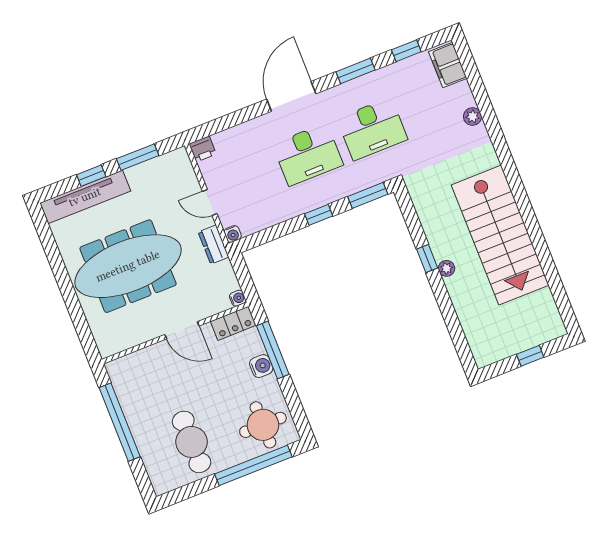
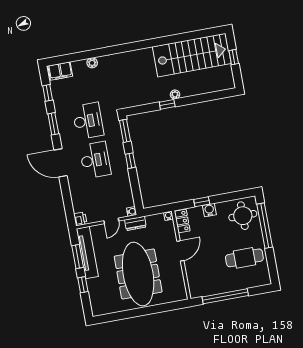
tv unit: (85, 197) -> (87, 253), moved
stairs: (500, 235) -> (192, 55), moved
window: (273, 350) -> (202, 202), width x0.46

